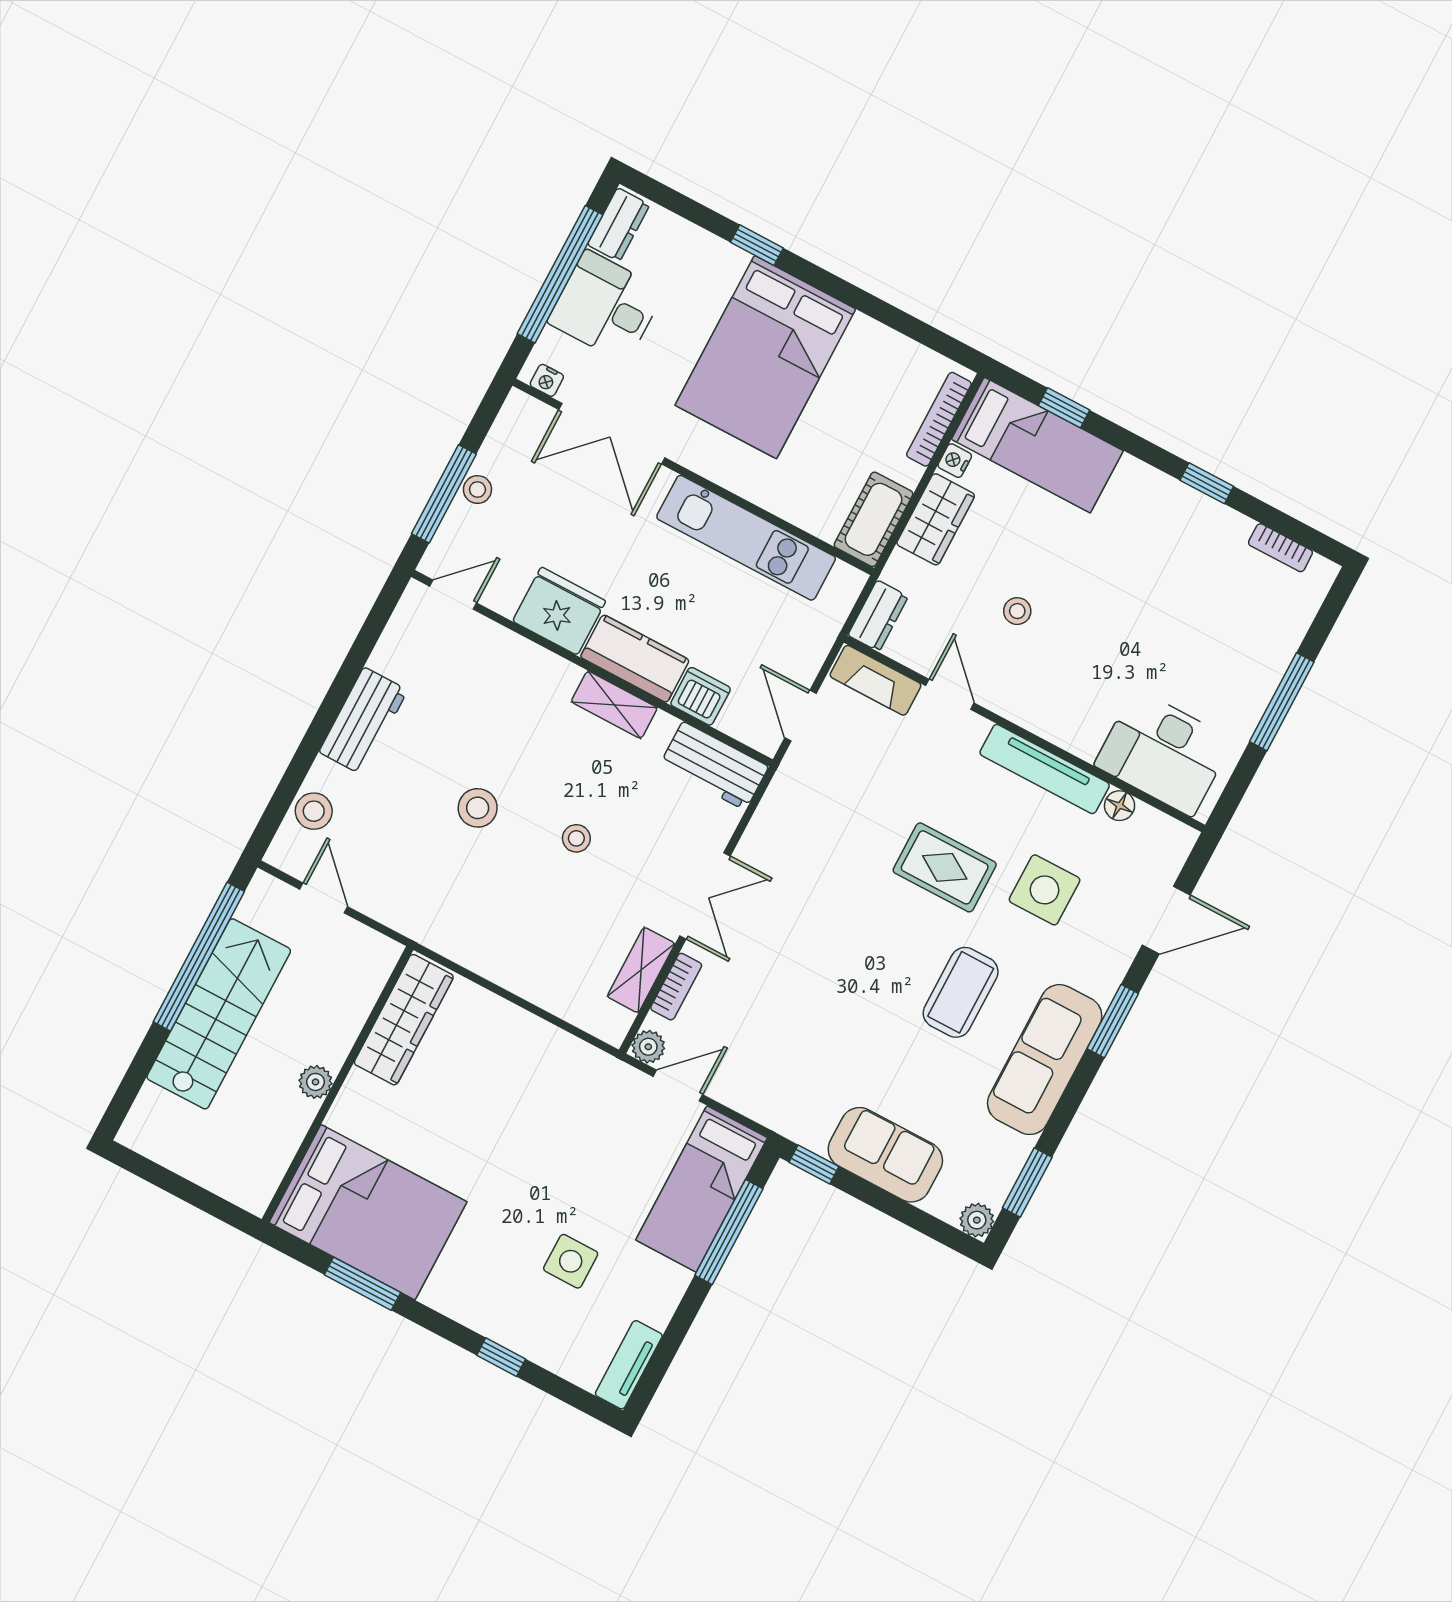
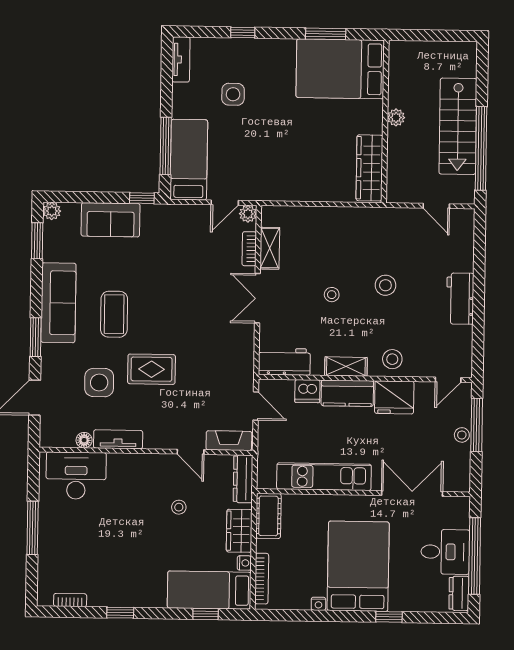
nightstand: (547, 380) -> (318, 604), moved, turned 180
dresser: (878, 616) -> (243, 479), width x1.44
tv unit: (1045, 769) -> (118, 439), width x0.71
stool: (314, 811) -> (392, 359), moved

